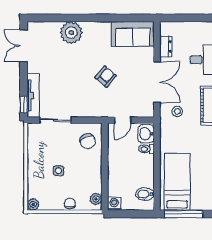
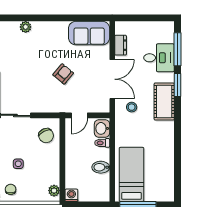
plant: (71, 33) -> (26, 27), width x0.53, depth x0.53
bidet: (145, 194) -> (101, 167), moved
chair: (70, 203) -> (11, 189), moved

